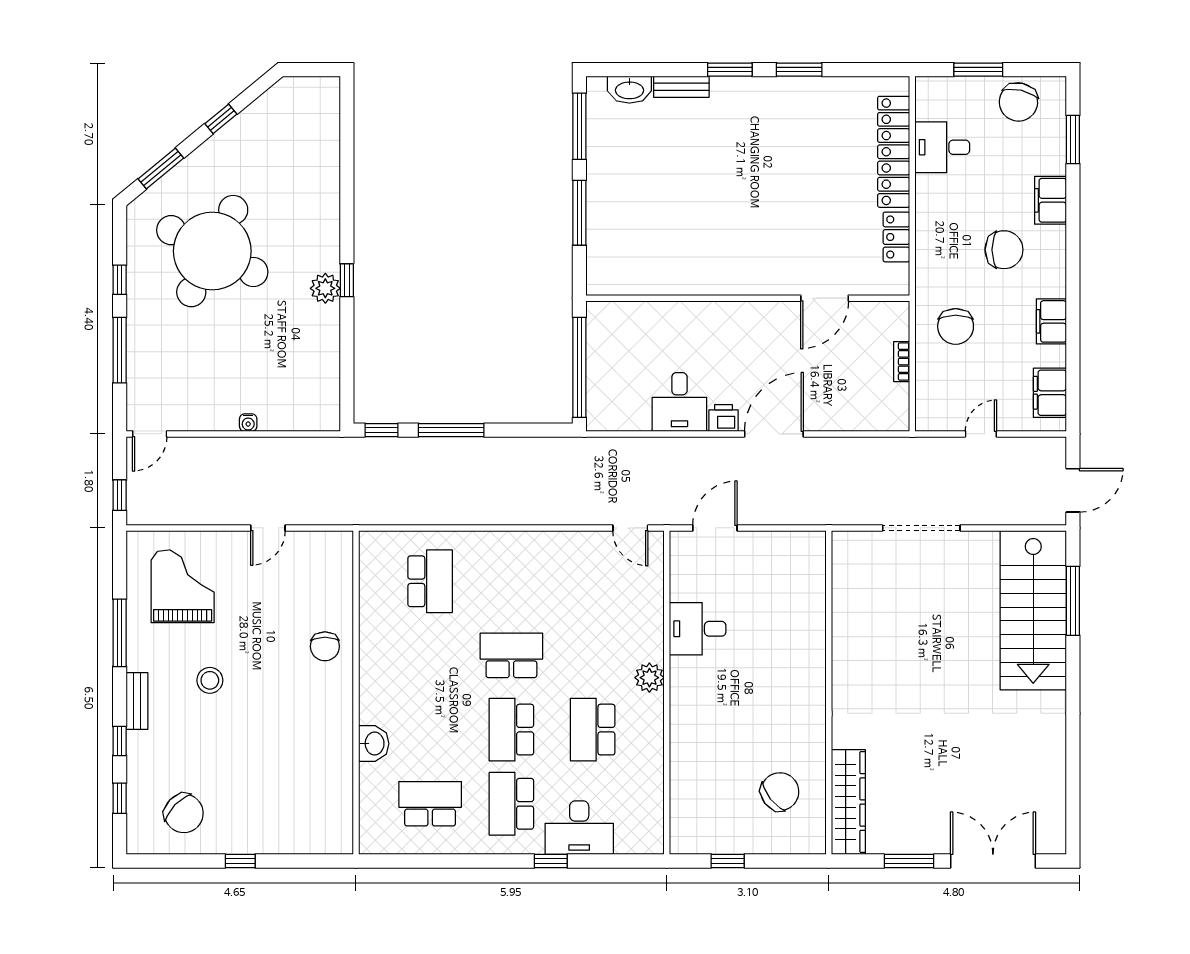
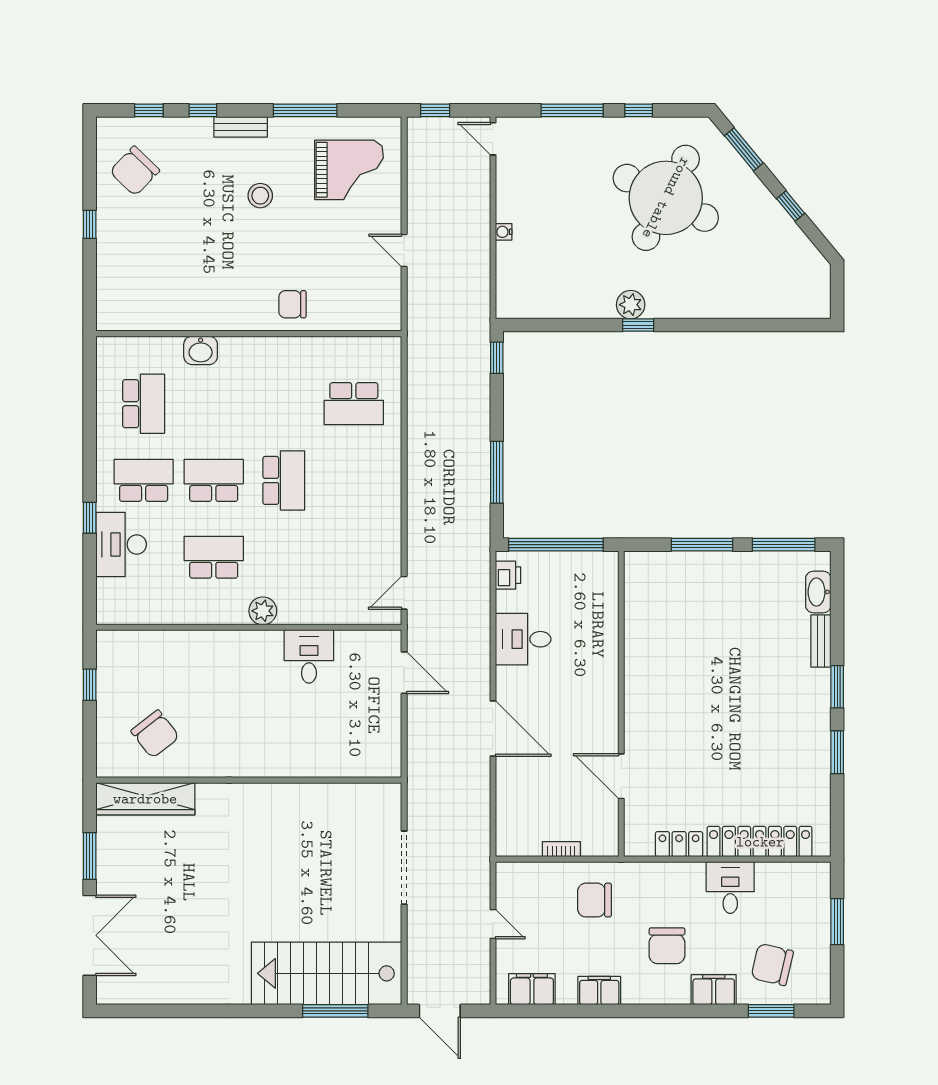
chair: (1018, 102) -> (772, 964), moved
desk: (942, 147) -> (730, 888), moved
printer: (723, 418) -> (508, 575), moved
window: (451, 430) -> (497, 472), moved

